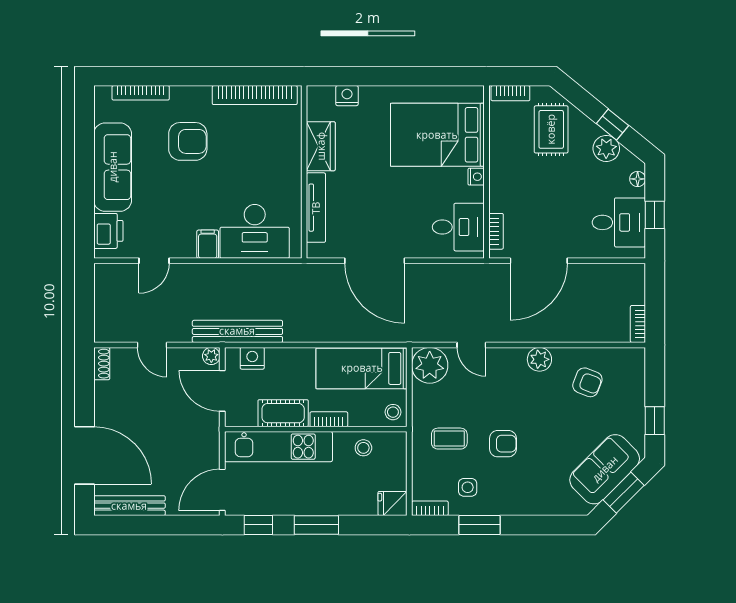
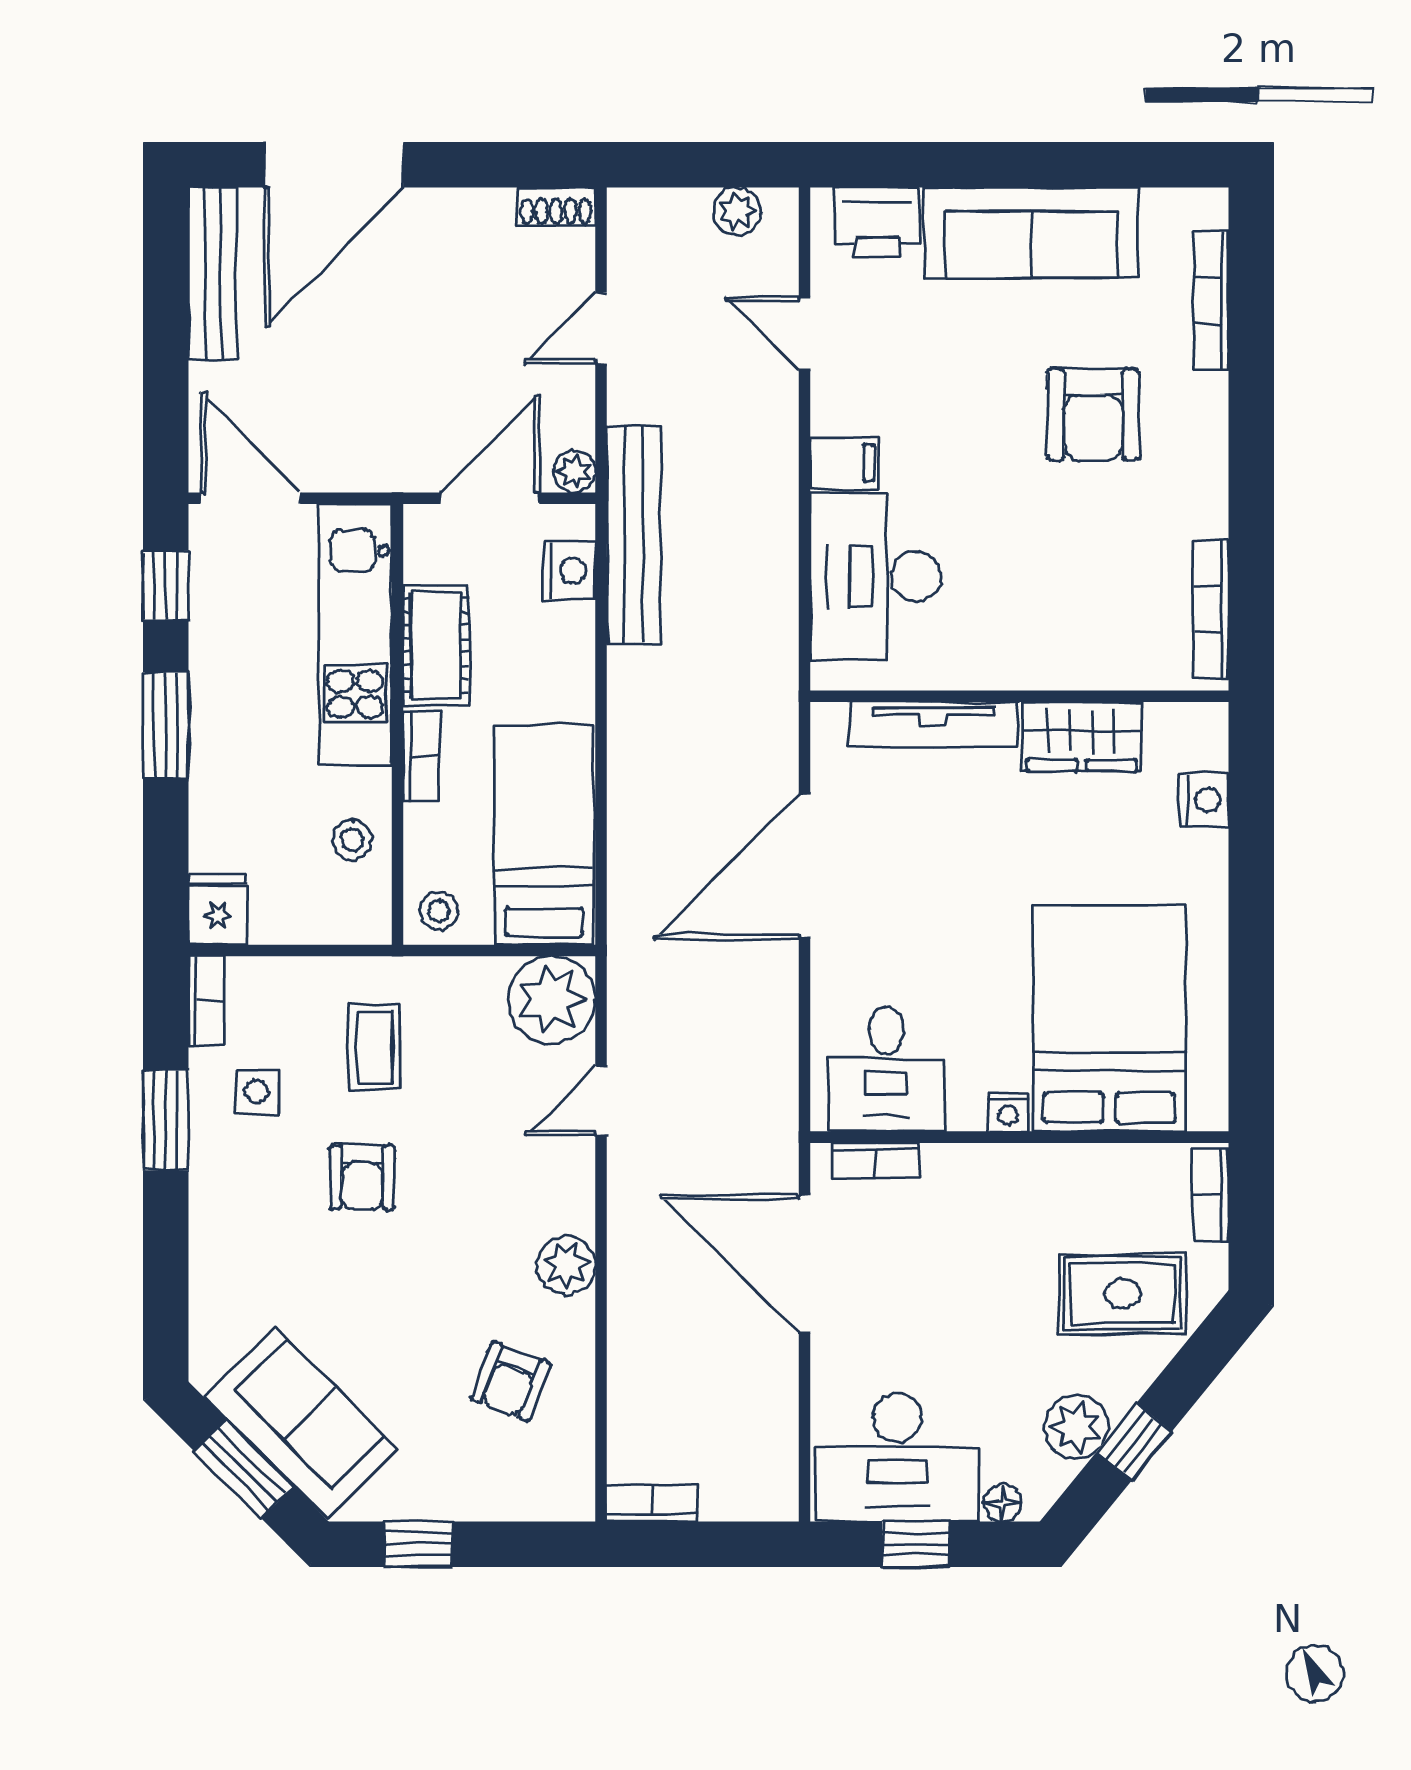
bookcase: (255, 95) -> (1211, 610), width x0.68, depth x0.76
desk: (619, 222) -> (897, 1457), width x1.37
plant: (104, 289) -> (737, 211), added

